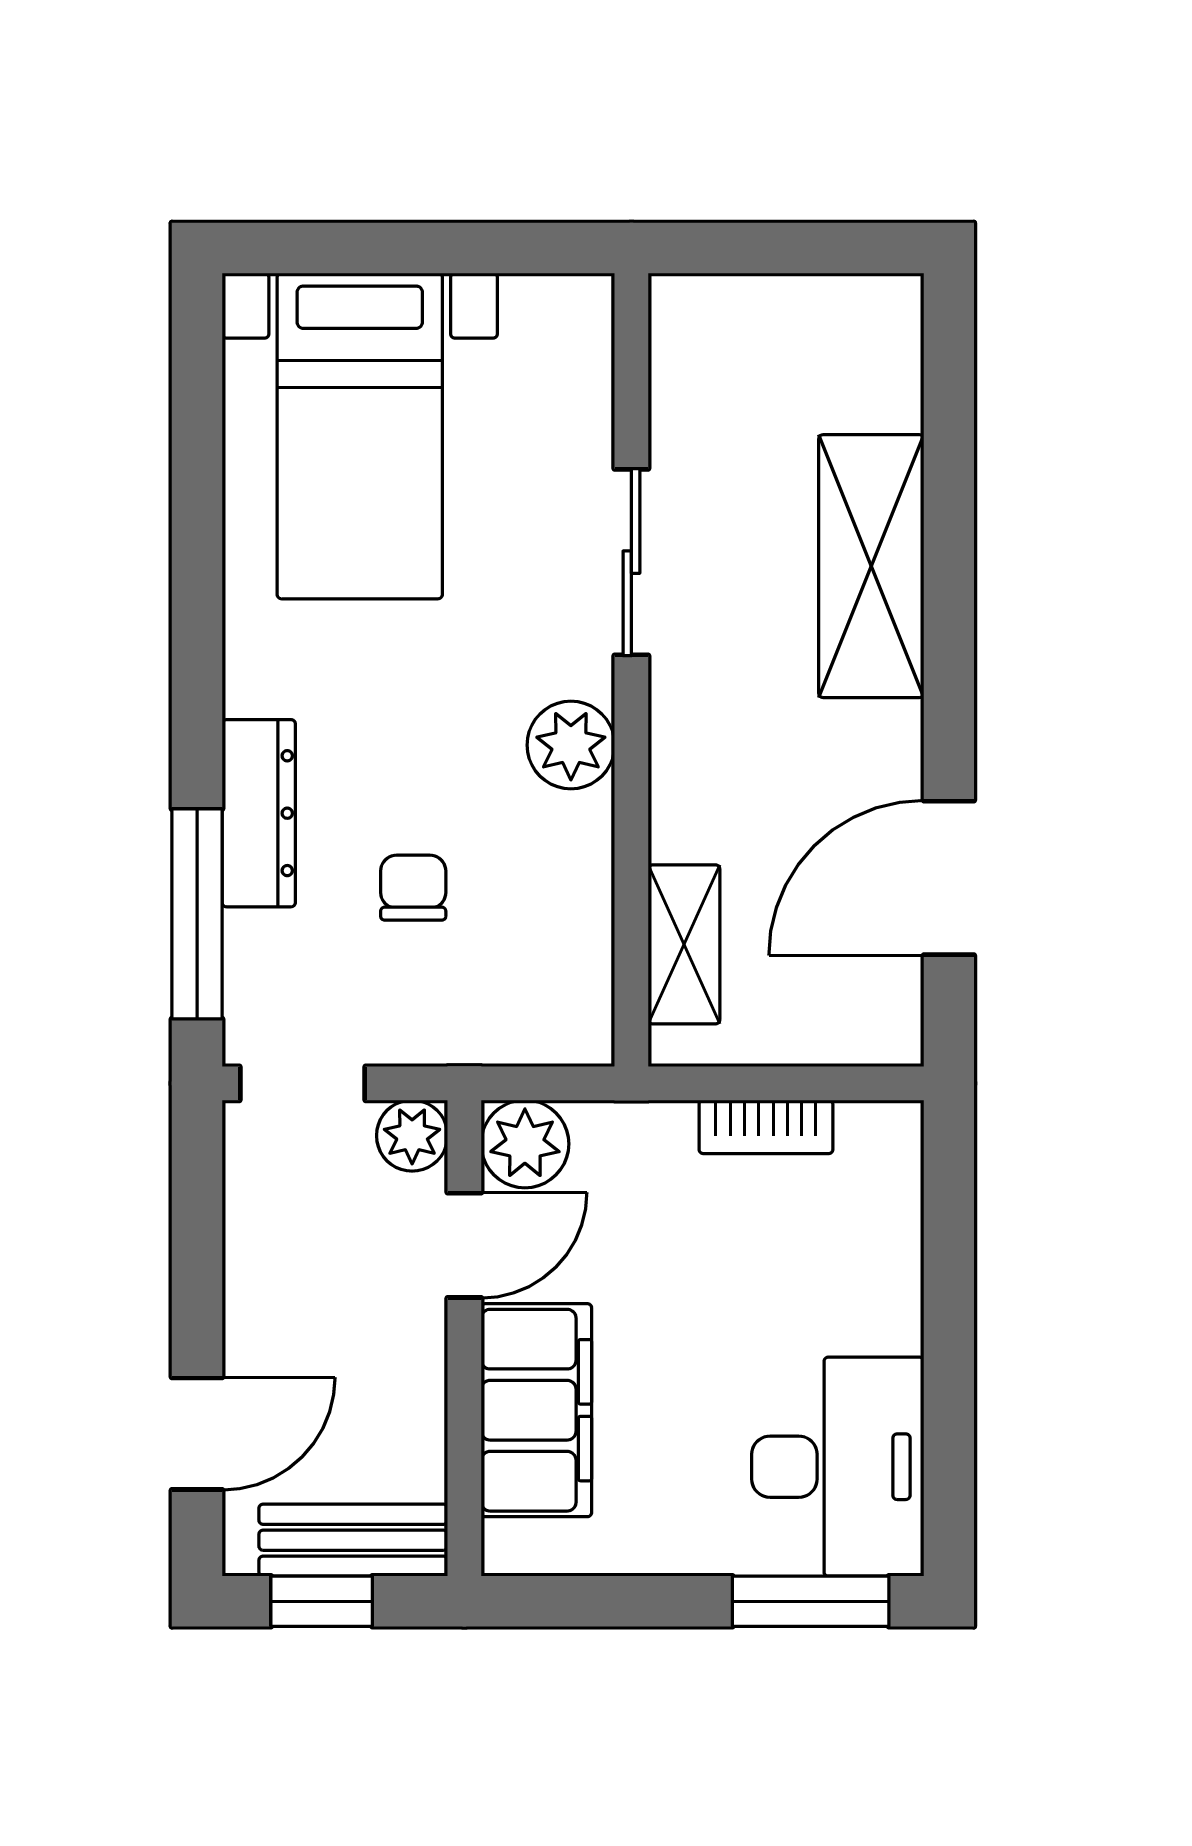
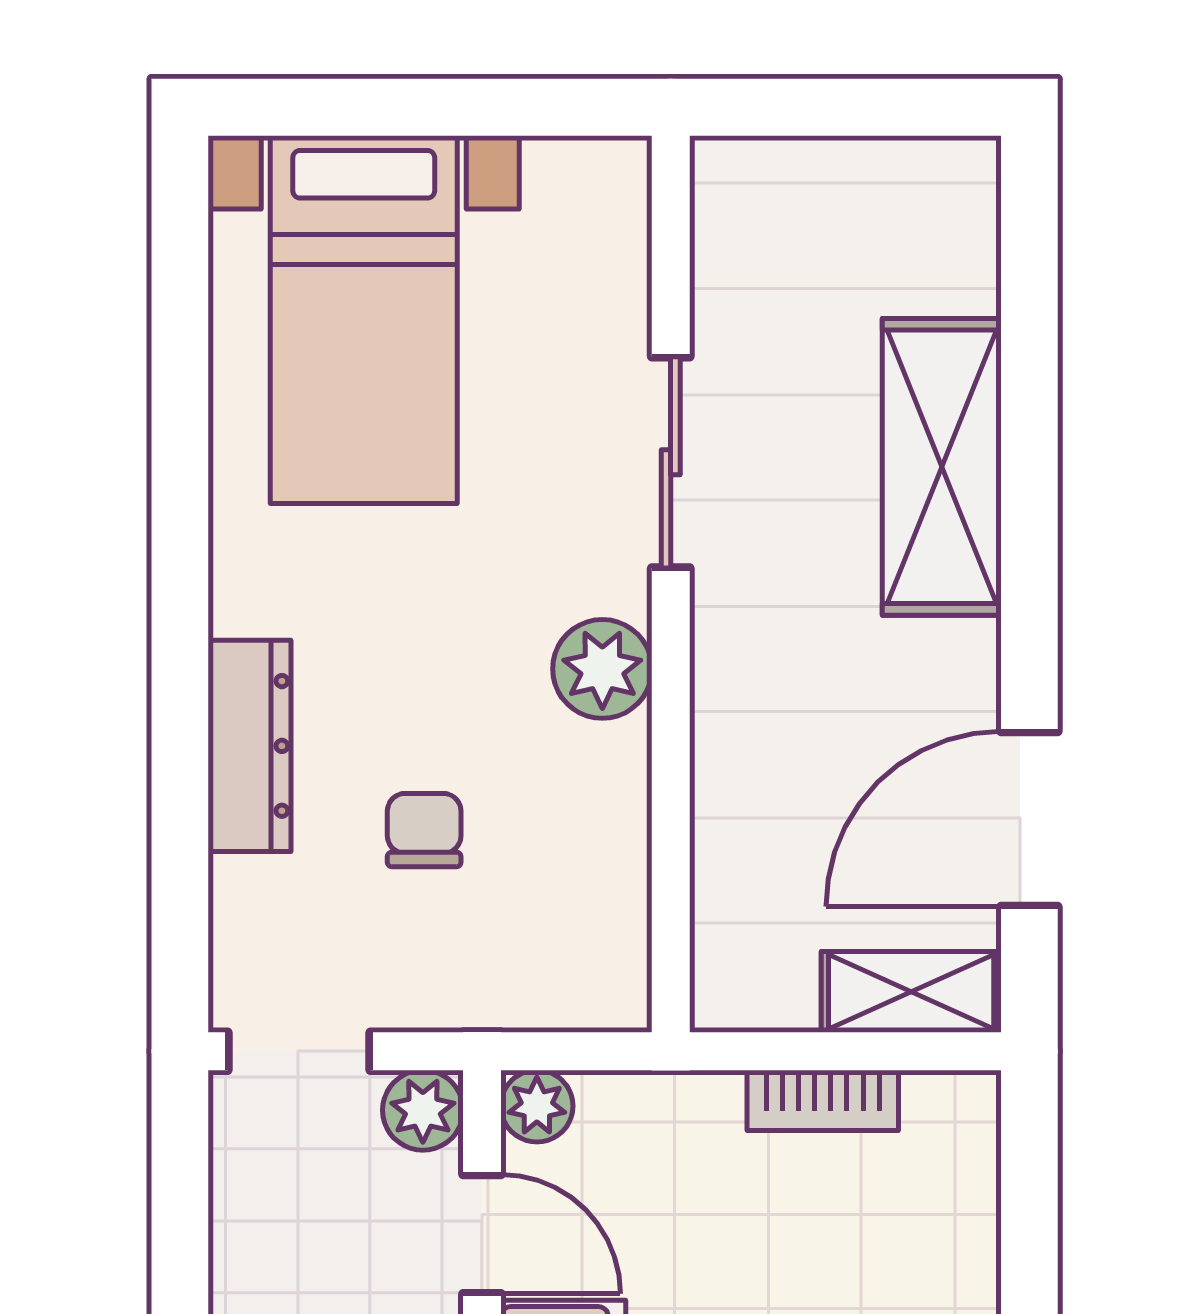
window: (197, 914) -> (180, 860), removed
shelving: (684, 944) -> (911, 992), moved, turned 90
plant: (525, 1144) -> (537, 1106), width x0.73, depth x0.73
door: (464, 1245) -> (482, 1234), hinge flipped

